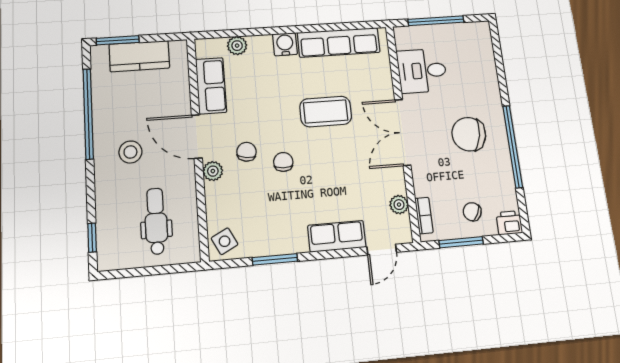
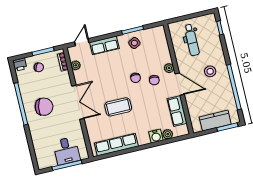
water cooler: (285, 44) -> (156, 136), moved
desk: (422, 71) -> (66, 151), moved, turned 90
side table: (225, 241) -> (134, 43), moved

